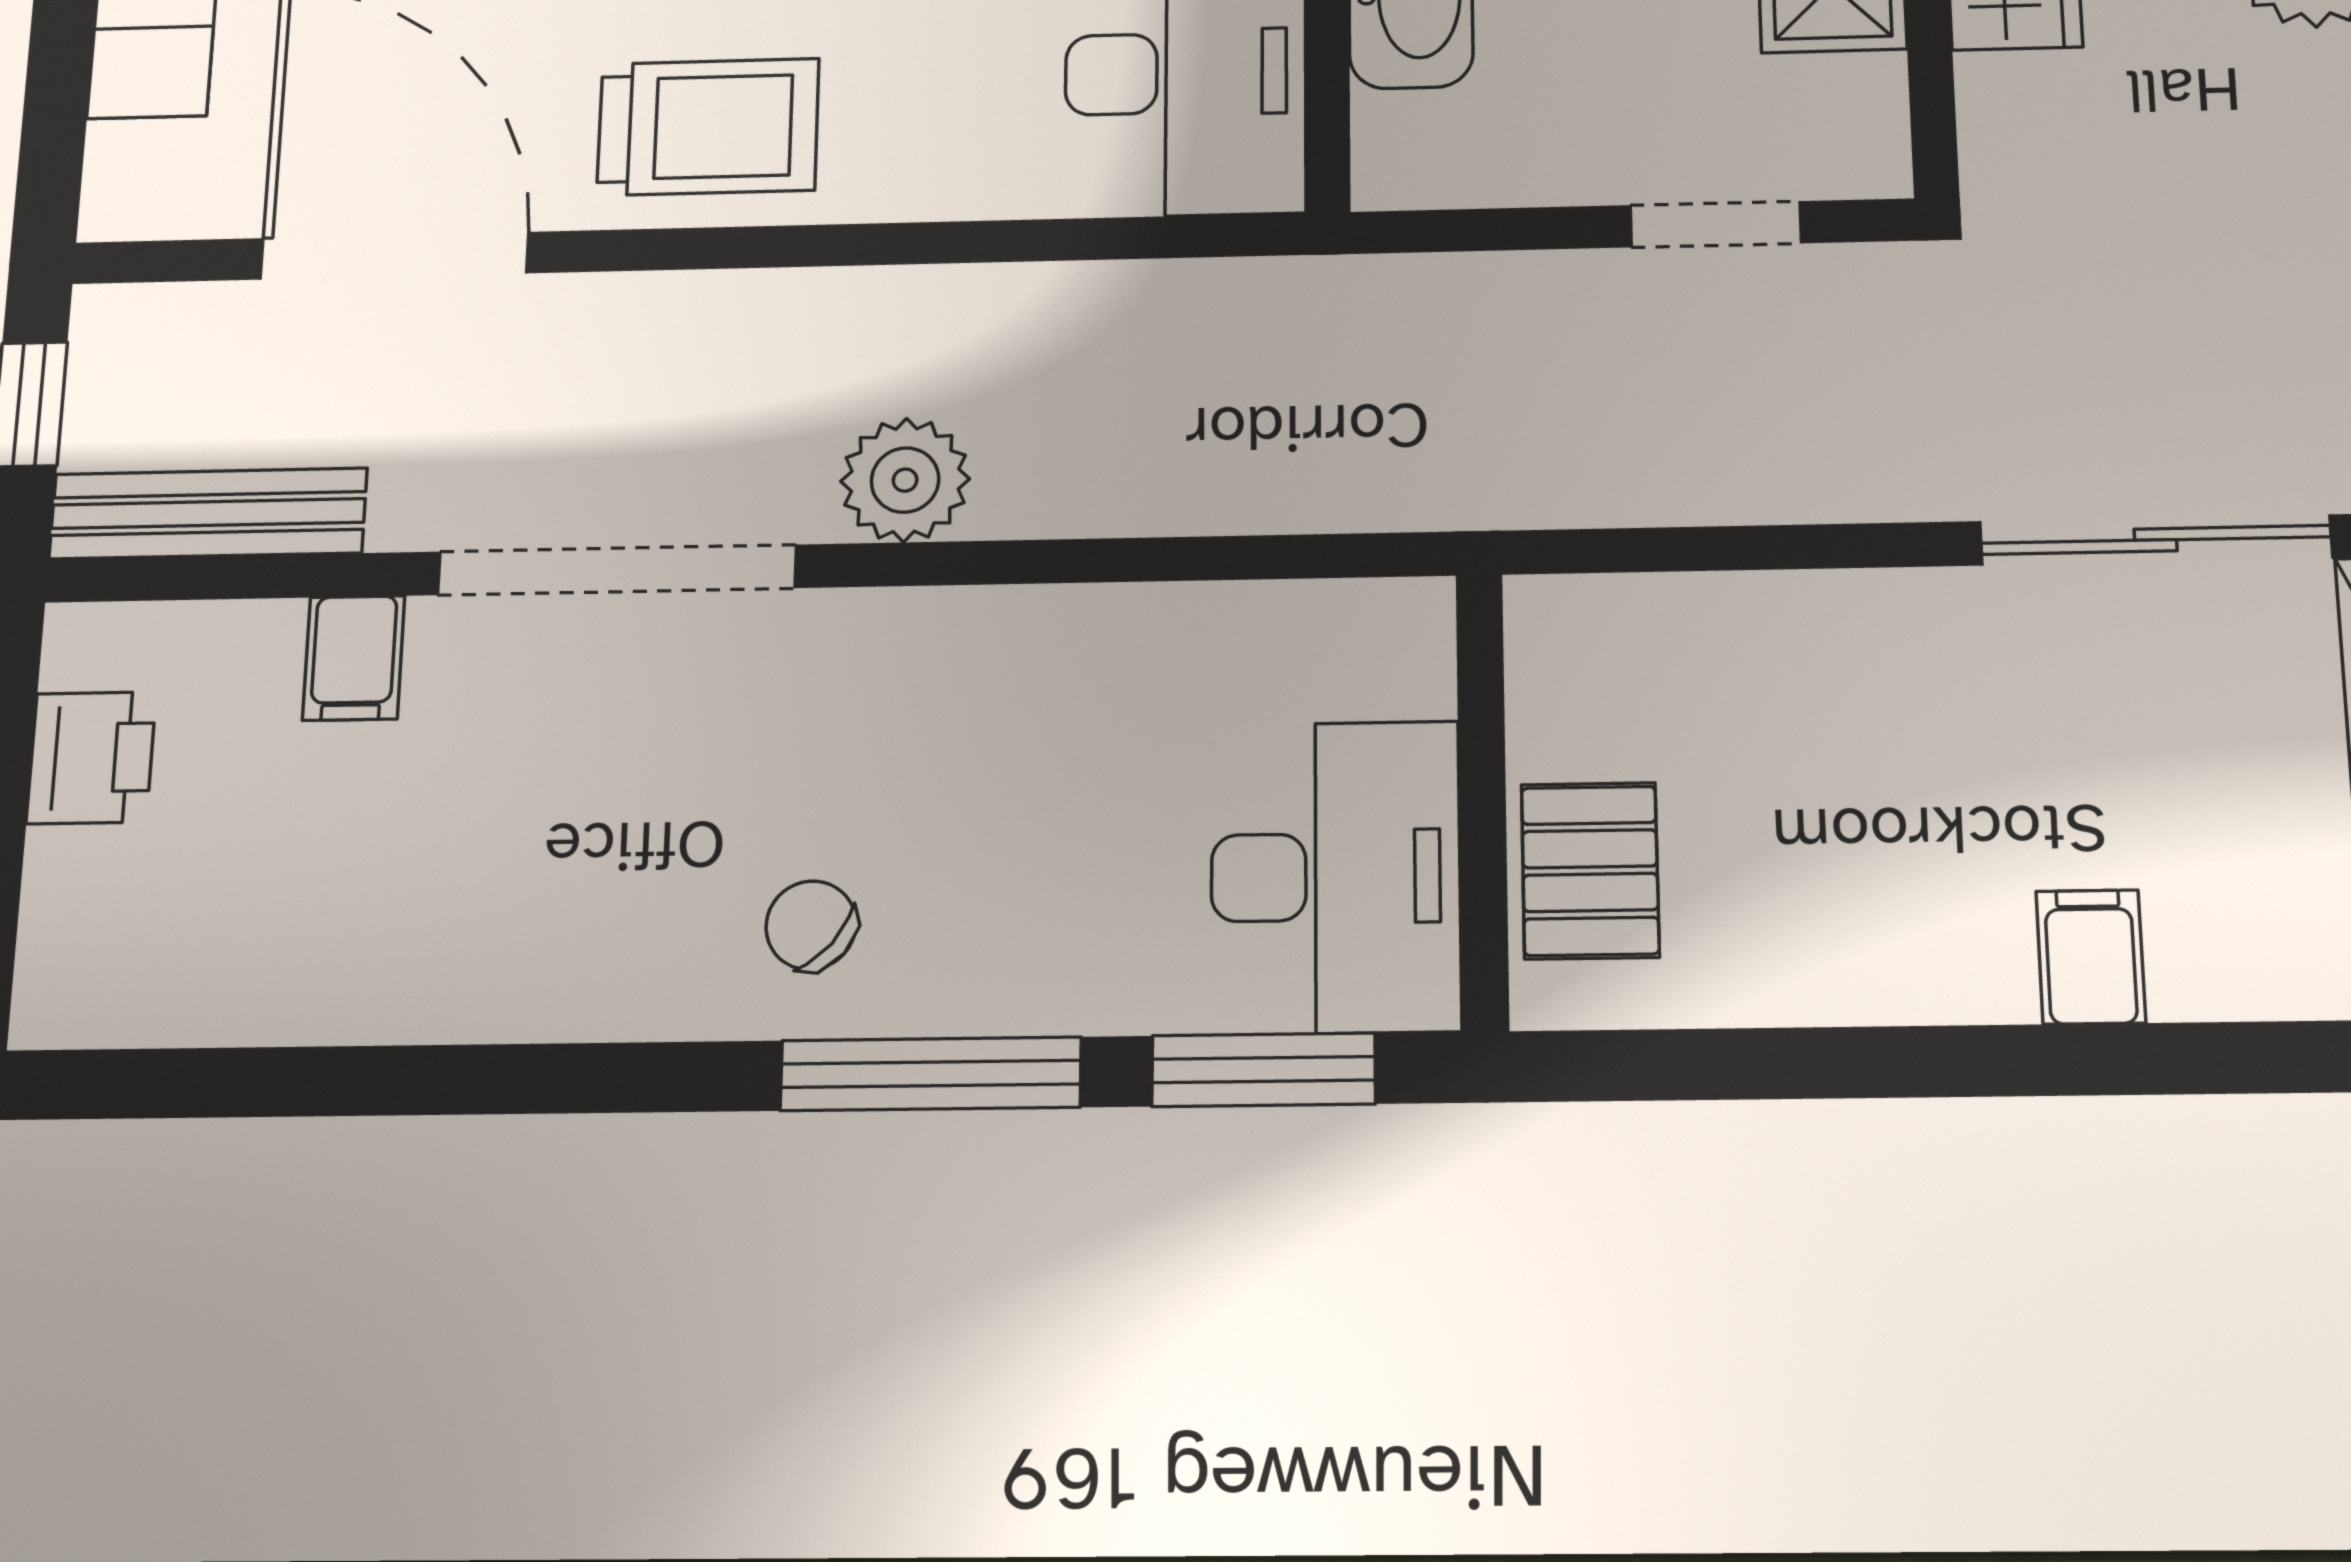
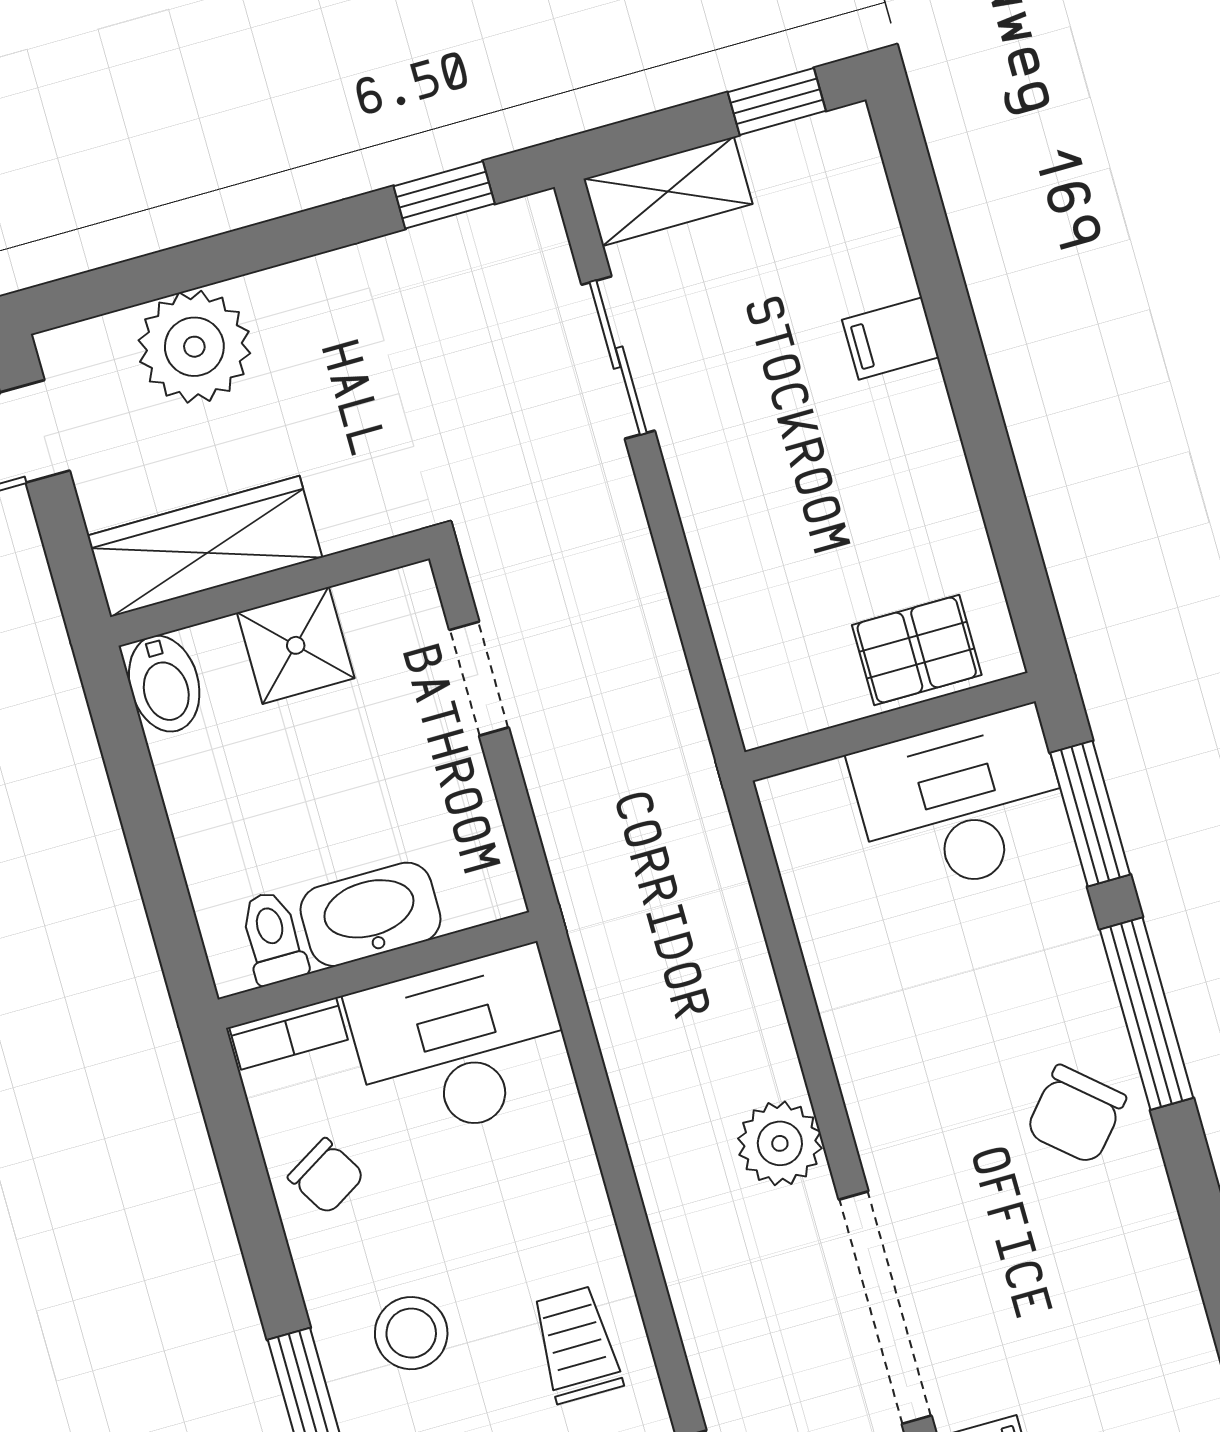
trolley: (708, 127) -> (577, 1345), width x0.73, depth x0.72
sliding door: (2156, 540) -> (618, 358), width x0.73
chair: (811, 925) -> (1076, 1115), width x1.37, depth x1.37

